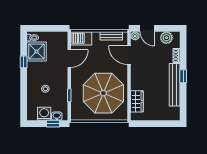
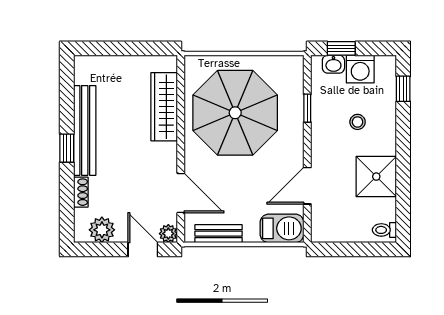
shower: (36, 51) -> (376, 177), moved
window: (24, 62) -> (403, 89), moved
wardrobe: (137, 101) -> (164, 107), width x1.50

